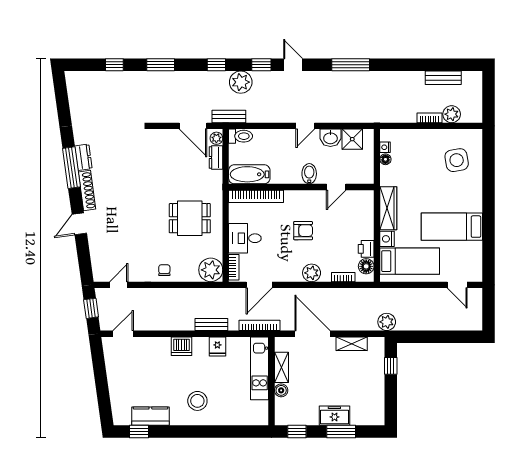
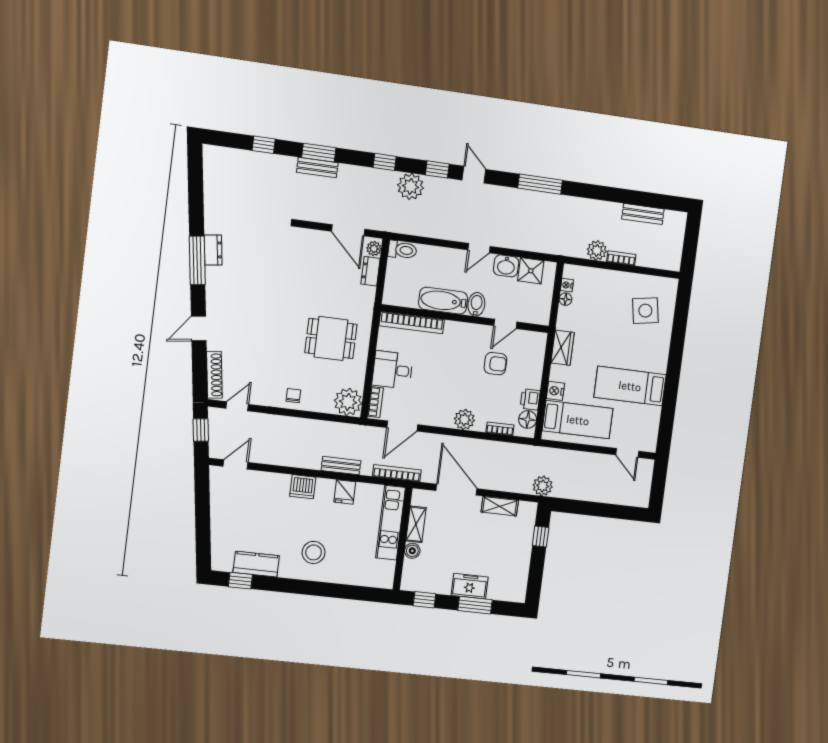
plant: (452, 114) -> (597, 250), moved
bench: (229, 116) -> (317, 168), moved
bathtub: (249, 174) -> (443, 301), moved
shoe rack: (87, 191) -> (214, 375), moved
wardrobe: (388, 208) -> (563, 348), width x0.67
armchair: (303, 231) -> (495, 364), moved

